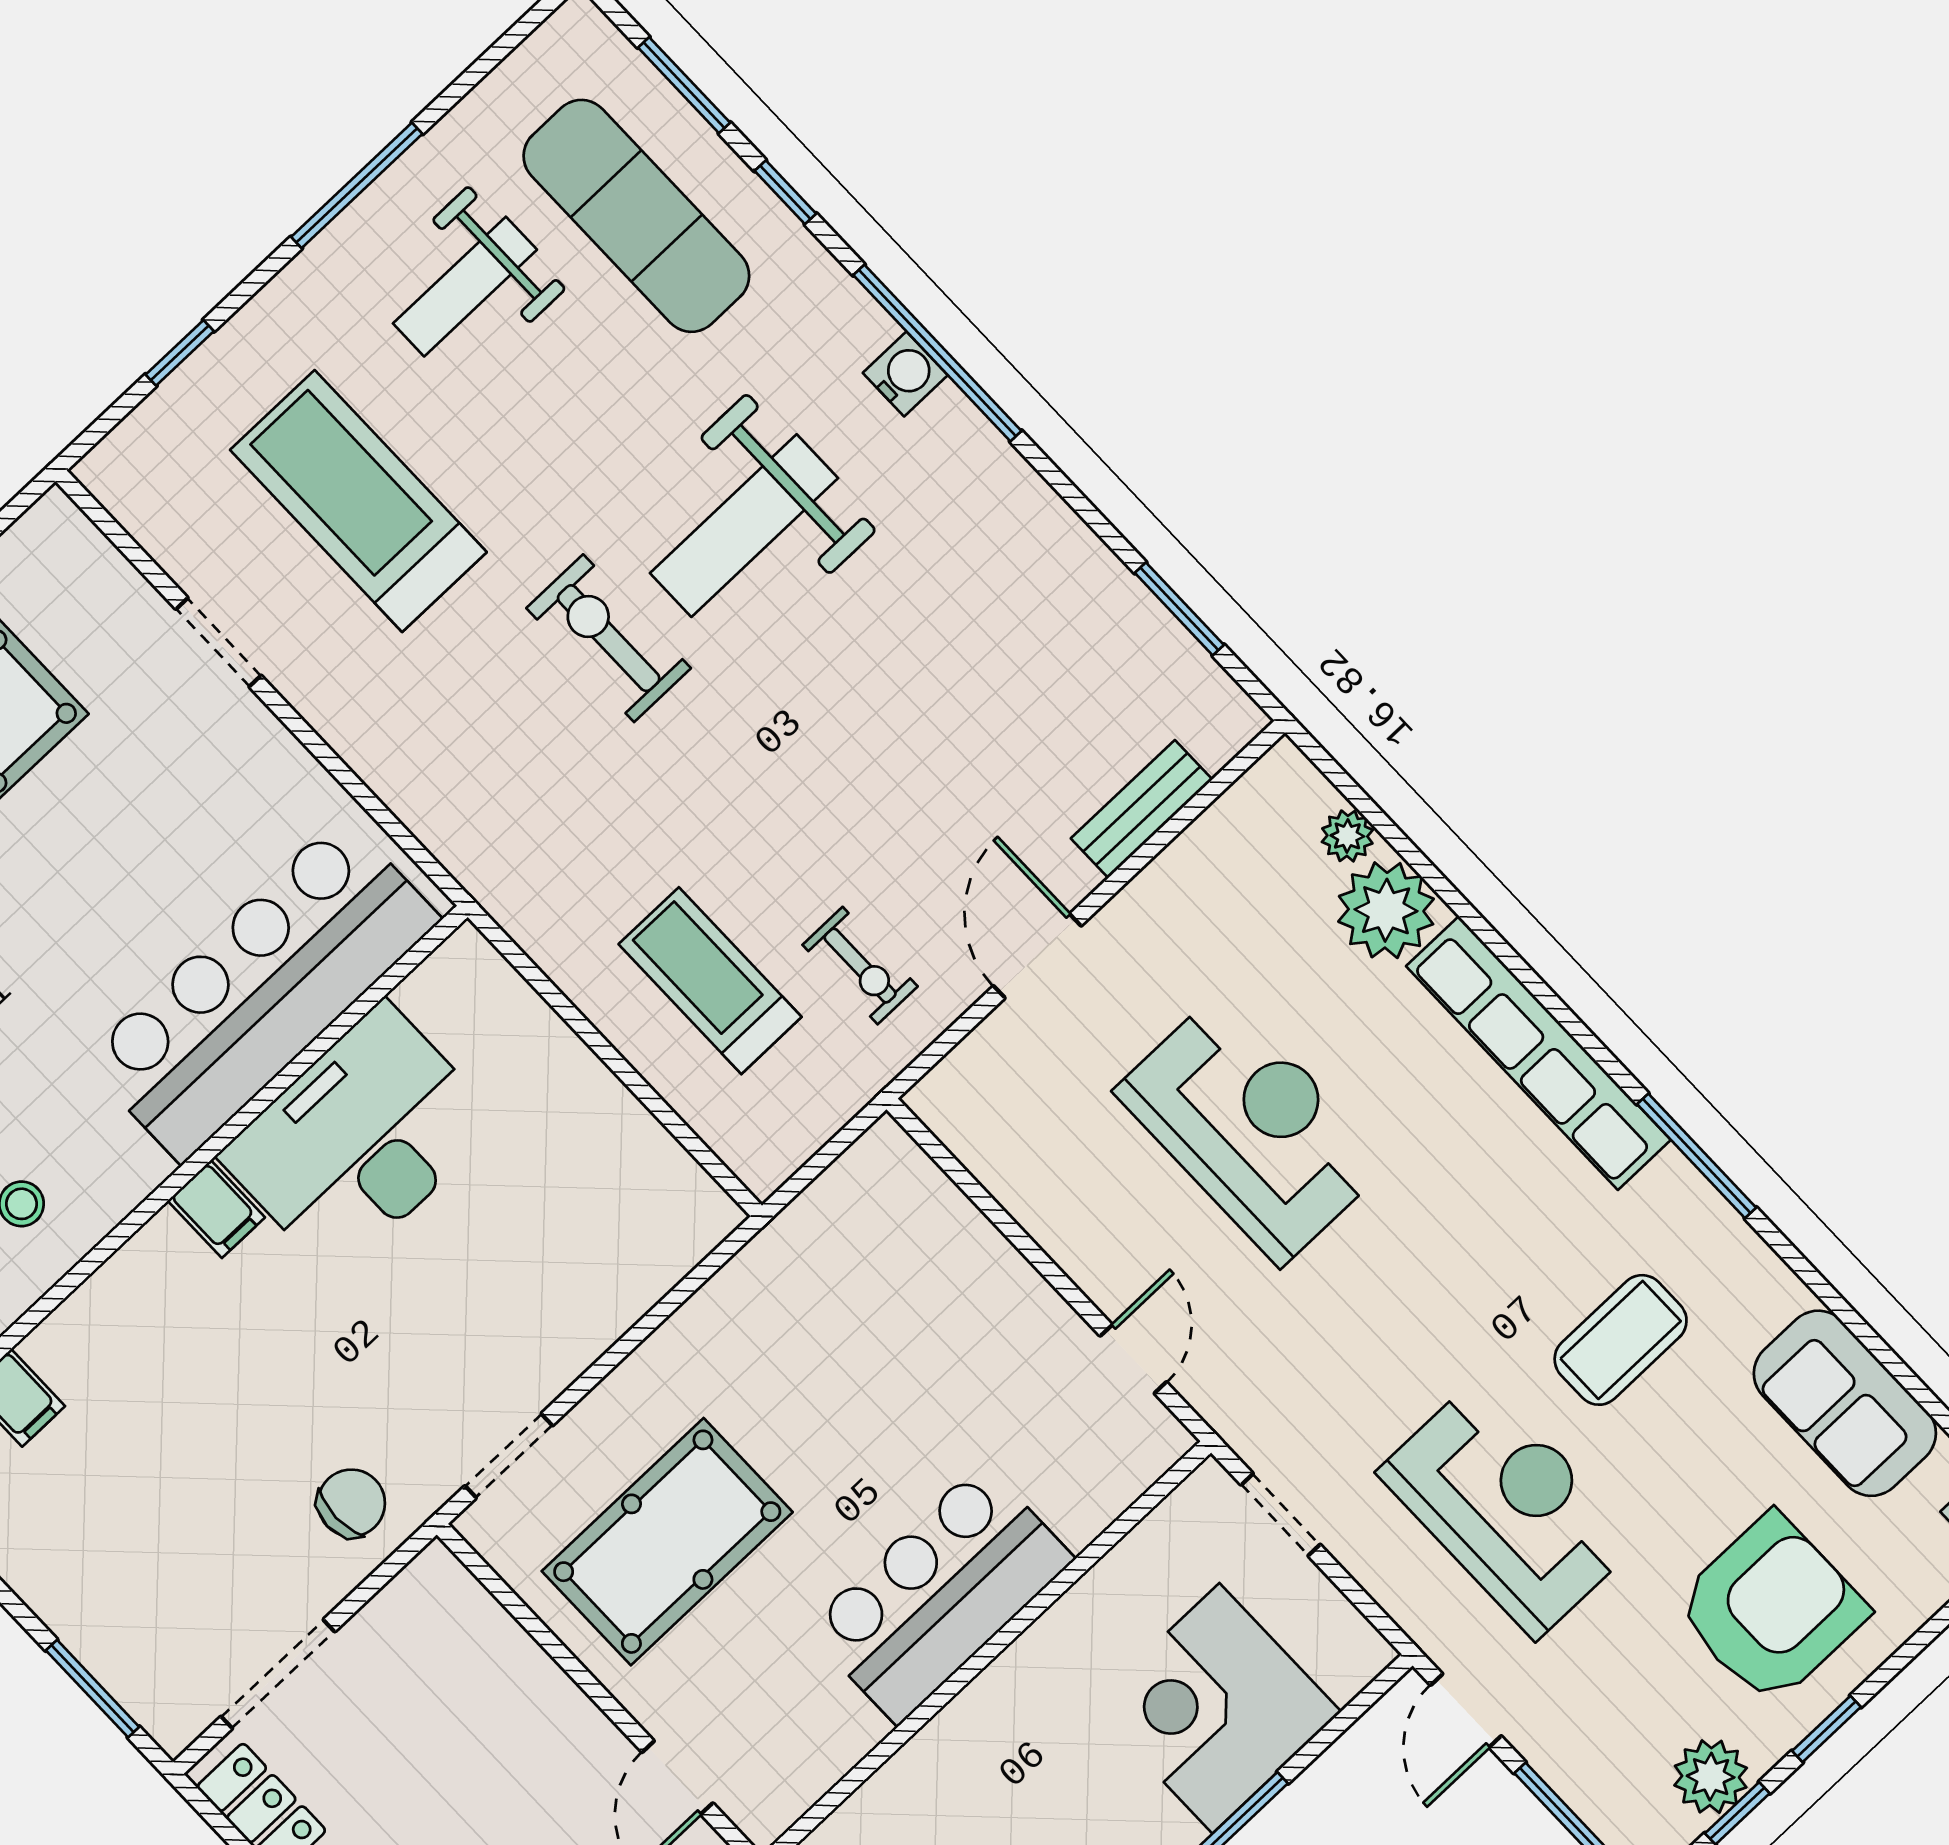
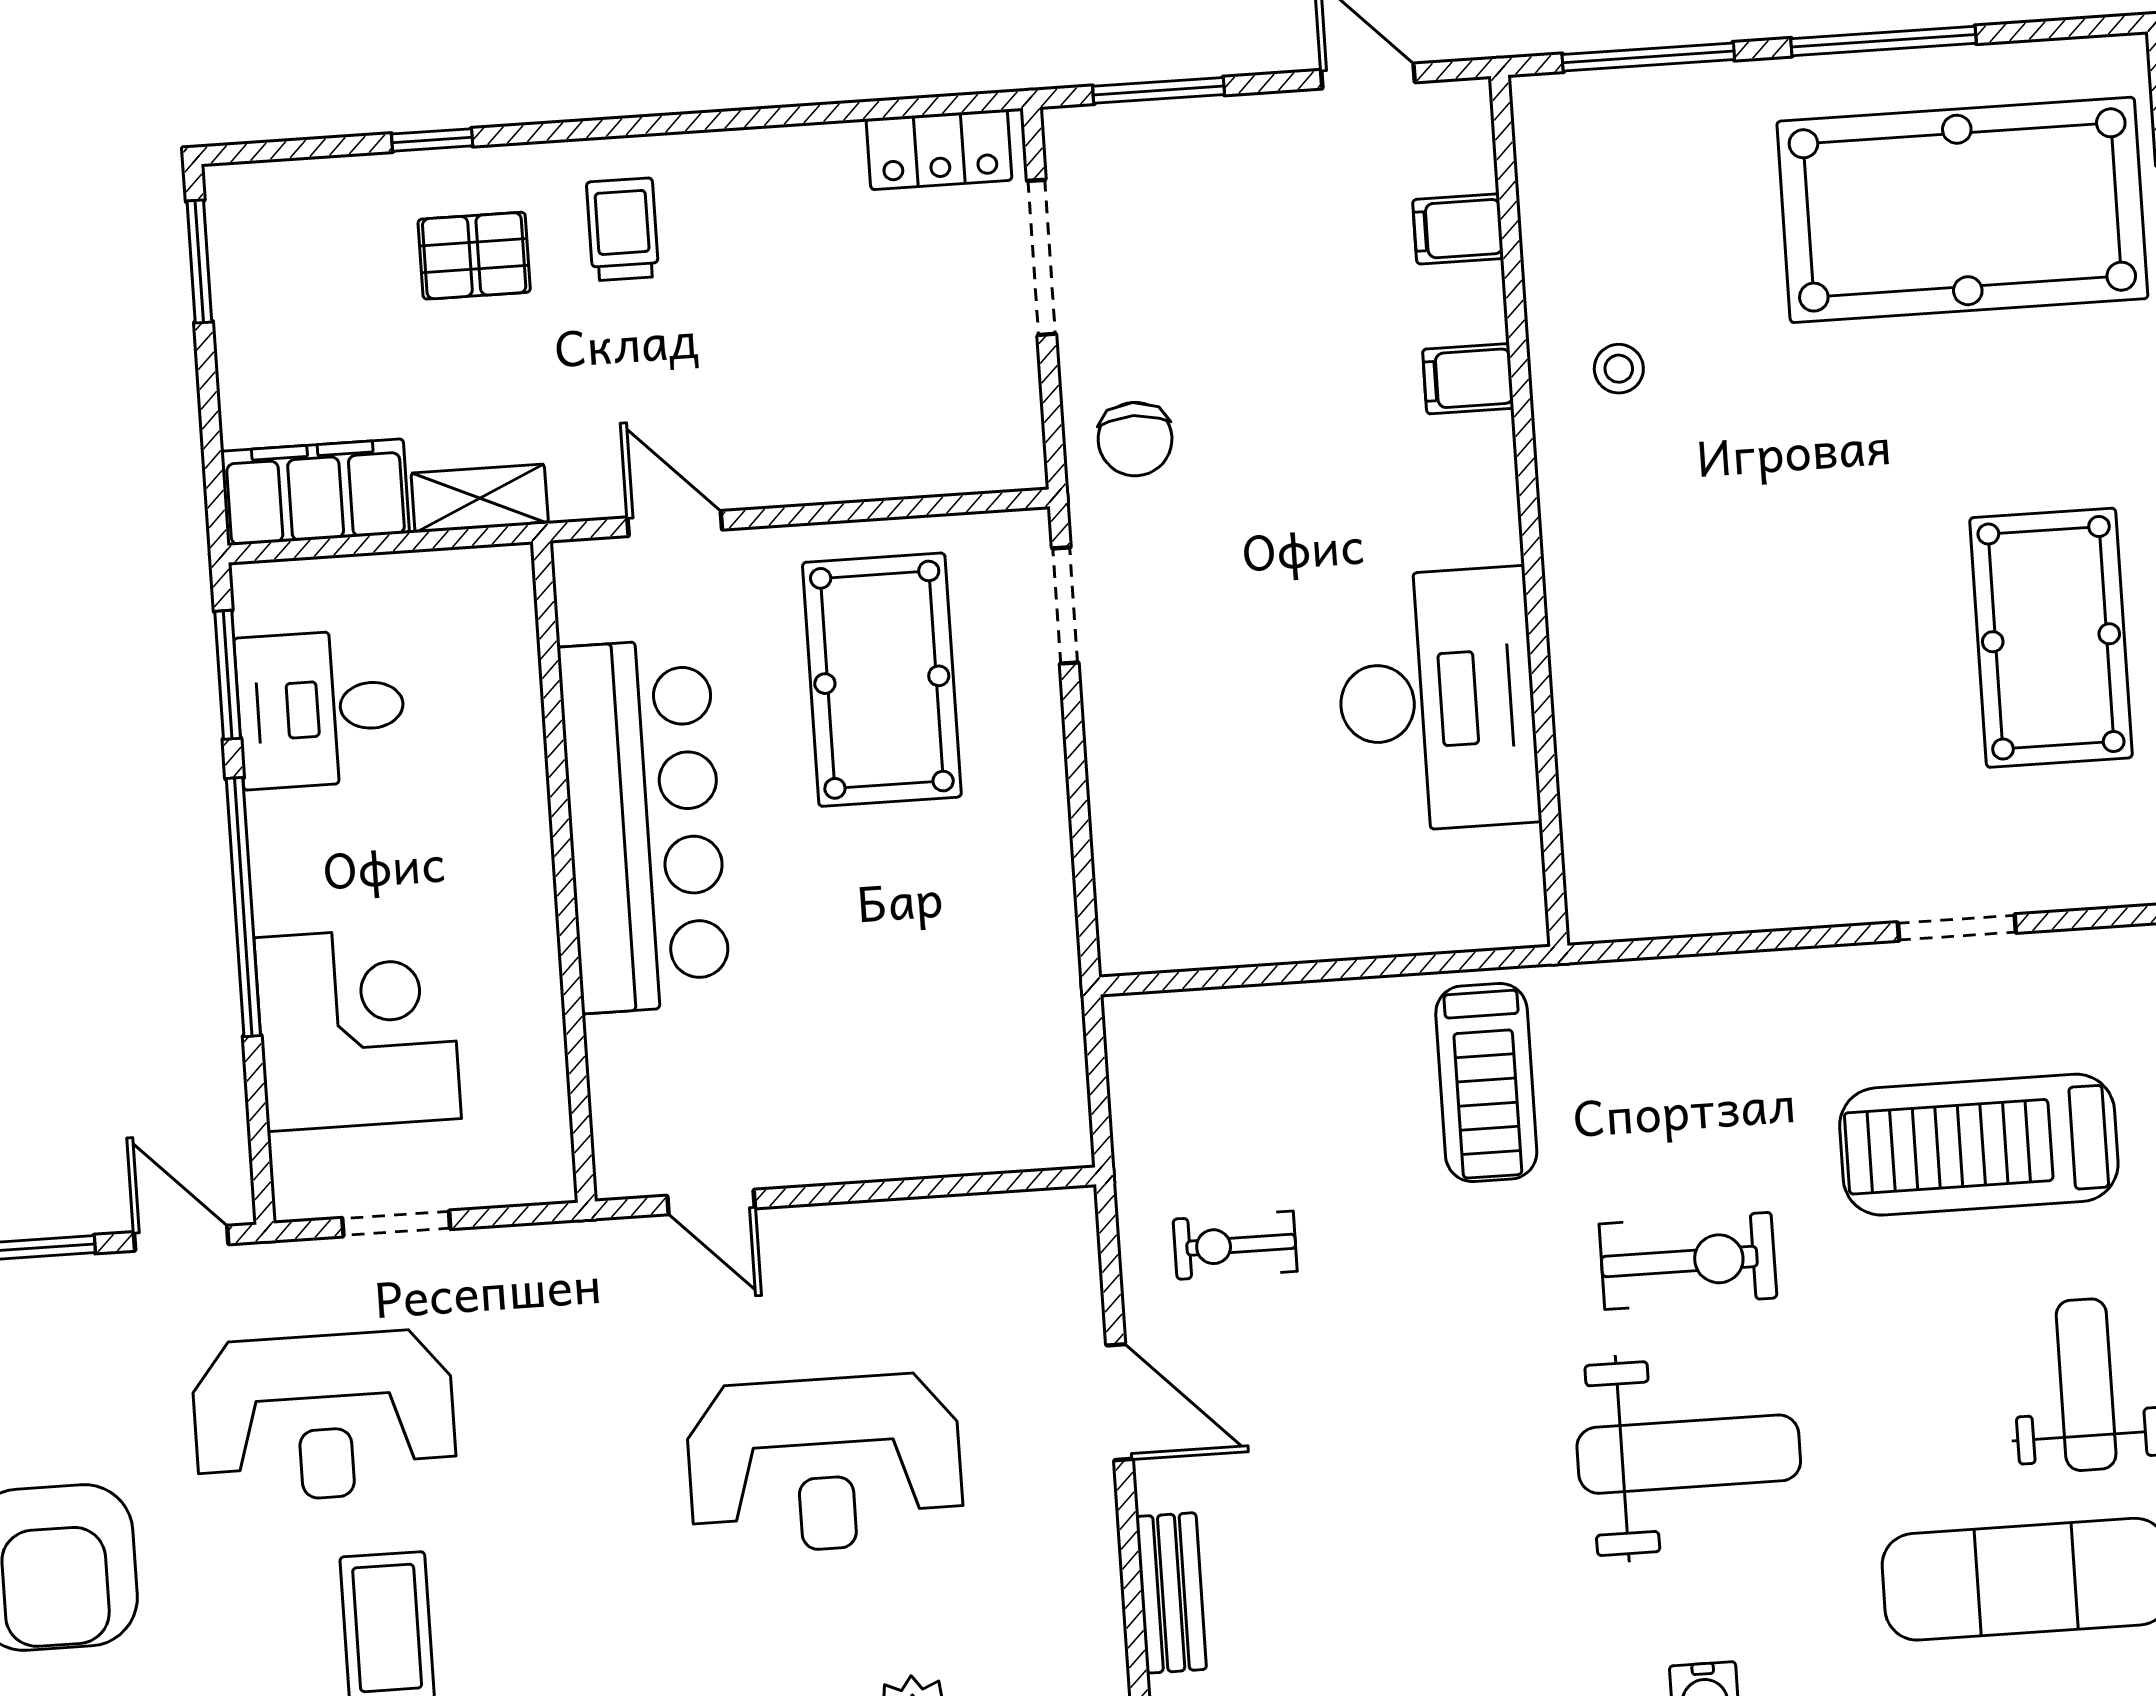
treadmill: (358, 501) -> (1979, 1145), turned 180
weight bench: (744, 526) -> (1689, 1454), turned 90
treadmill: (710, 981) -> (1486, 1082), moved, turned 90
bar counter: (262, 989) -> (1633, 722), removed
filing cabinet: (216, 1209) -> (1468, 379), moved
doorway: (1281, 1515) -> (396, 1223), moved
bar counter: (940, 1593) -> (644, 826), width x1.36

